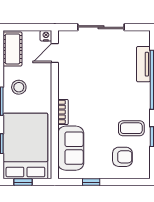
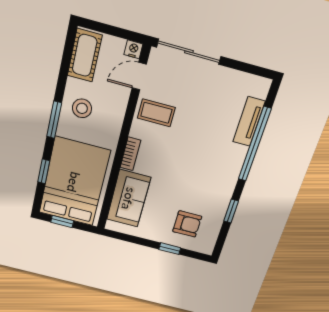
sliding door: (101, 27) -> (189, 52), moved
coffee table: (131, 128) -> (156, 113), moved
window: (91, 182) -> (170, 249), moved

